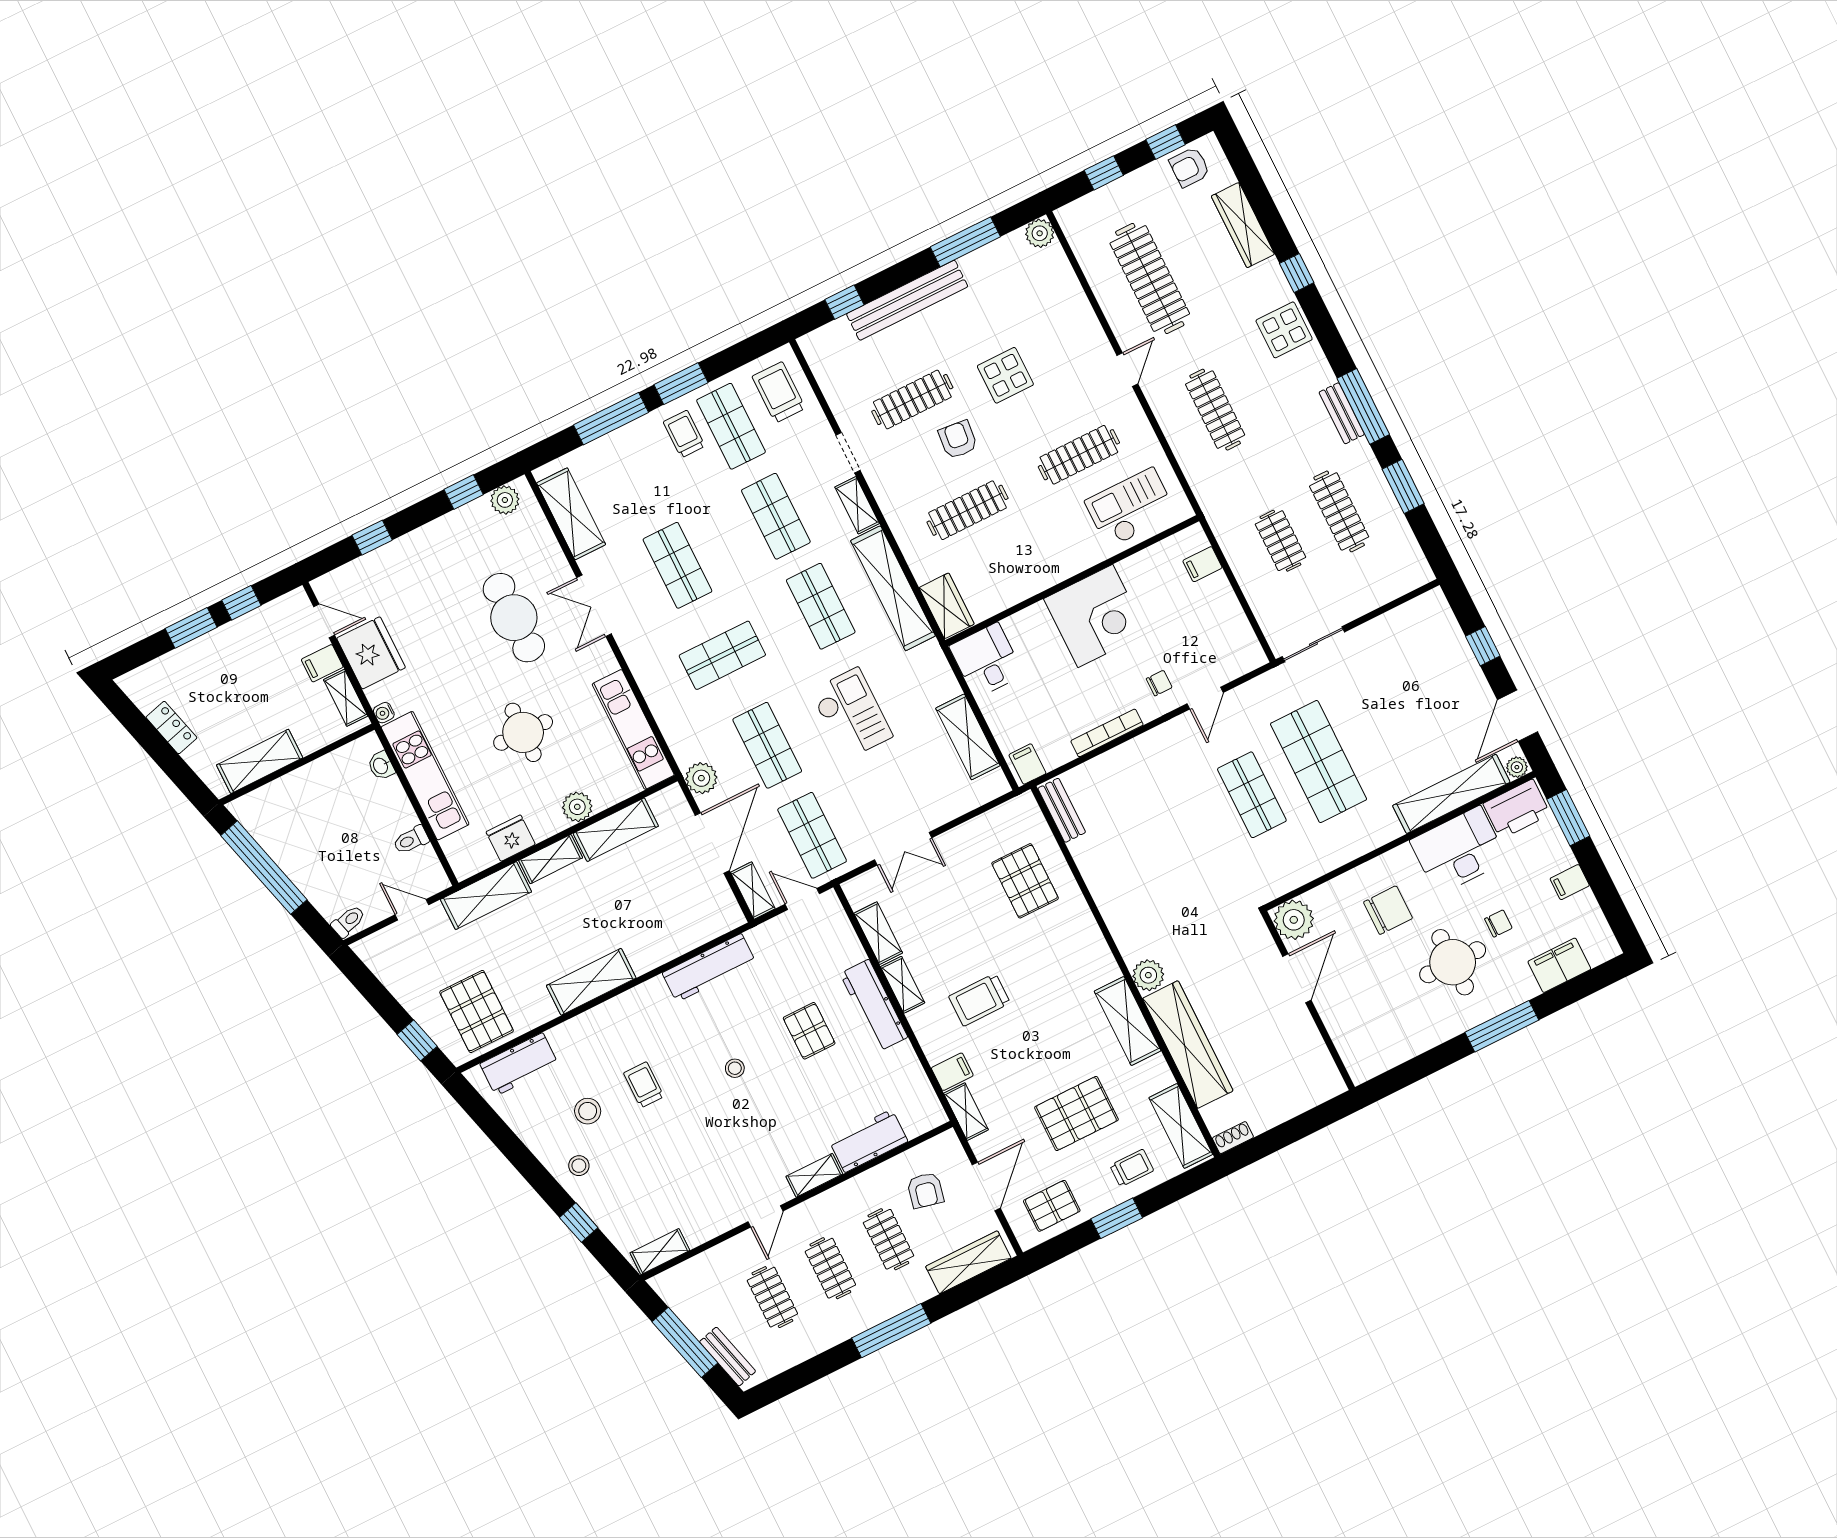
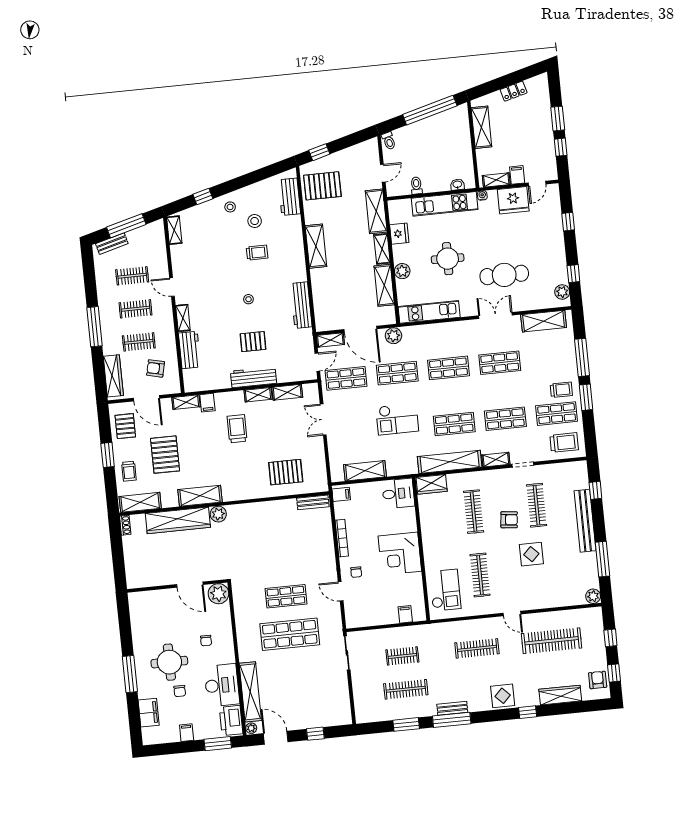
shop shelf: (722, 655) -> (448, 368), turned 90
chair: (1388, 910) -> (206, 641), width x0.54, depth x0.54

